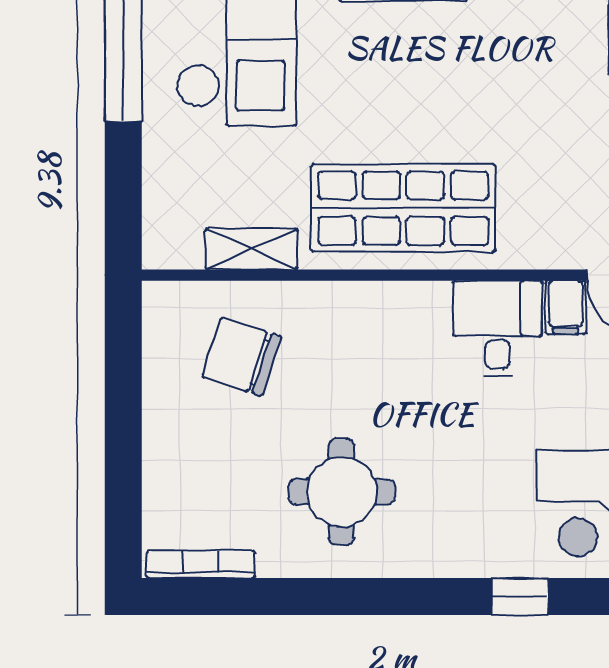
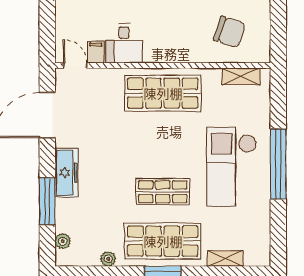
shelving: (252, 249) -> (241, 76), moved

